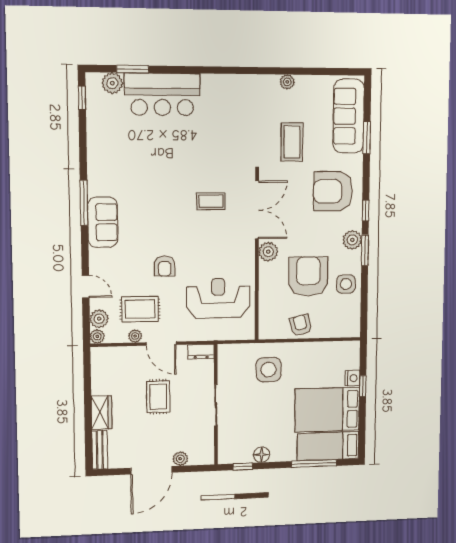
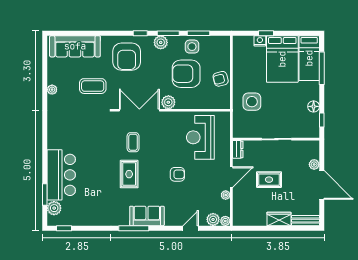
window: (367, 138) -> (198, 33), moved
rug: (140, 309) -> (129, 174), moved

